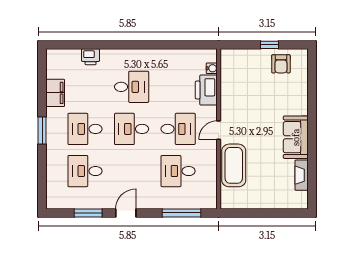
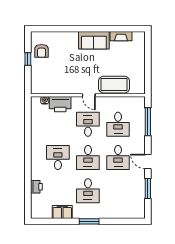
armchair: (281, 64) -> (42, 51), turned 90
desk: (85, 171) -> (118, 157), moved

